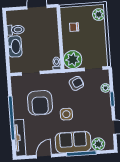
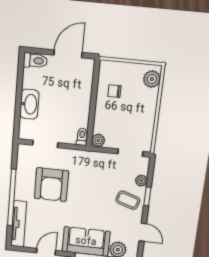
toilet: (16, 30) -> (35, 61), moved
plant: (73, 60) -> (98, 140), width x0.53, depth x0.53
armchair: (76, 83) -> (104, 168), removed
coffee table: (99, 104) -> (128, 200), added
side table: (66, 114) -> (83, 205), removed

